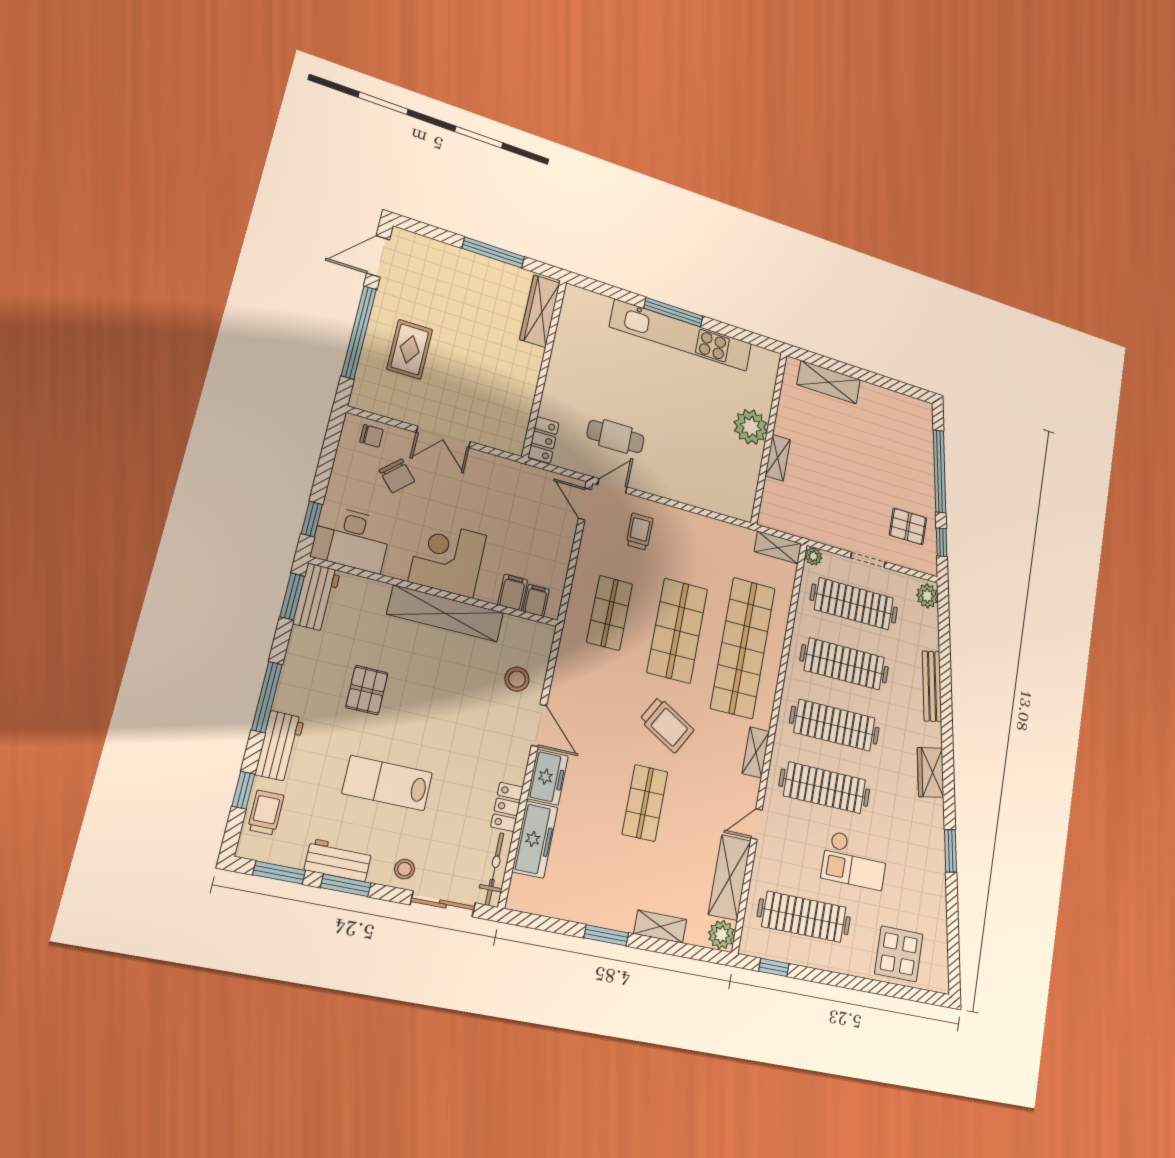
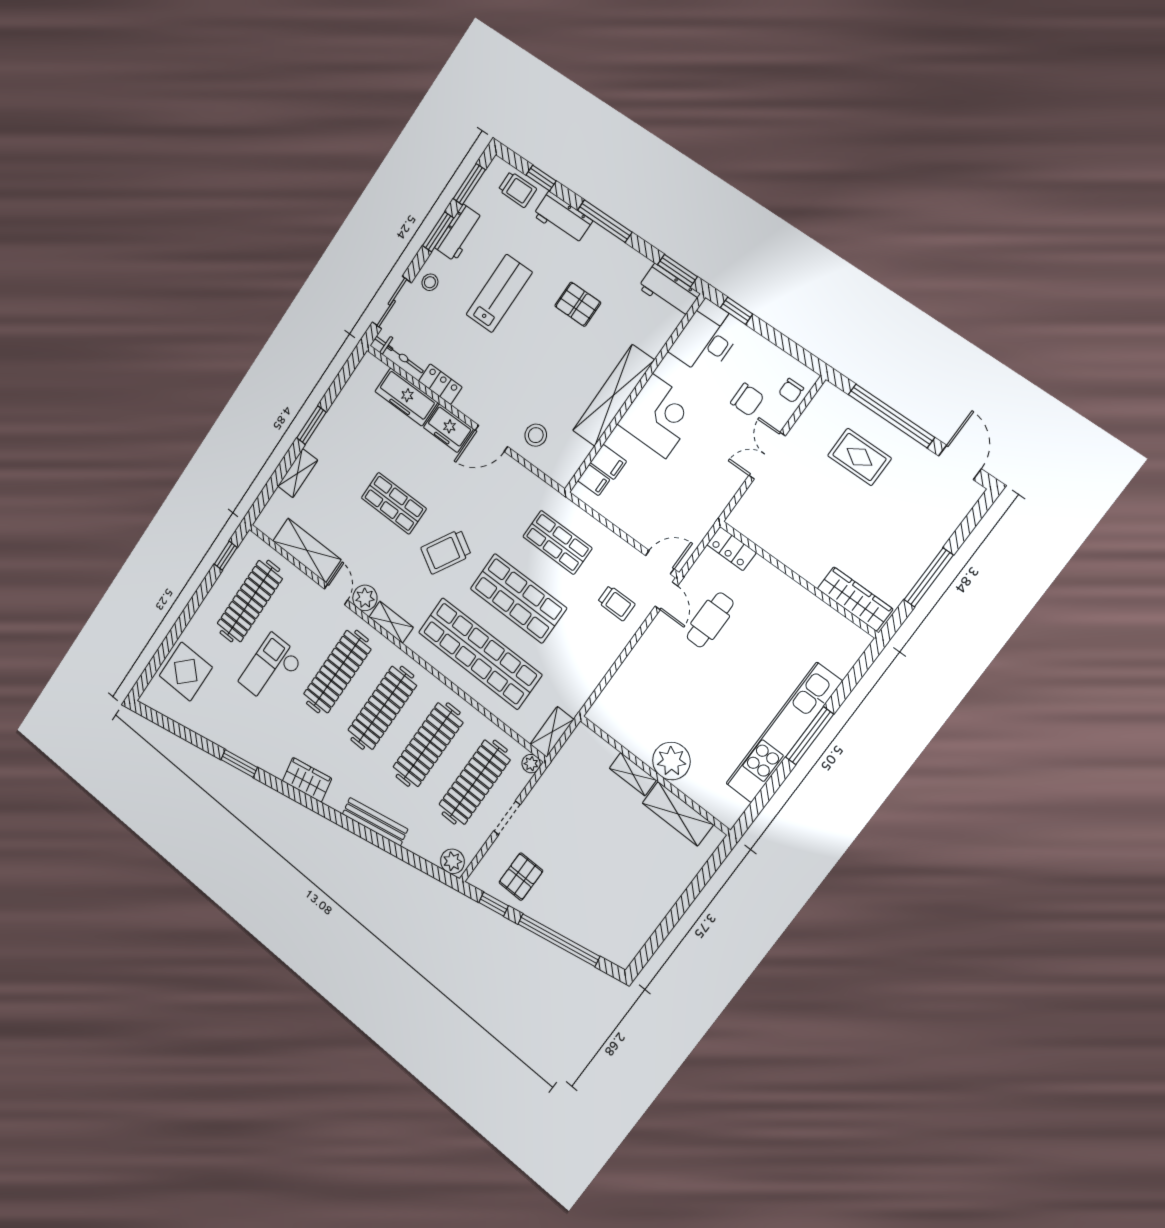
shelving: (829, 382) -> (678, 814), moved, turned 90
chair: (397, 476) -> (747, 400), turned -137
plant: (721, 935) -> (365, 598), moved

